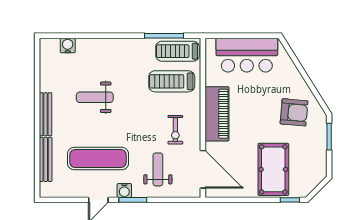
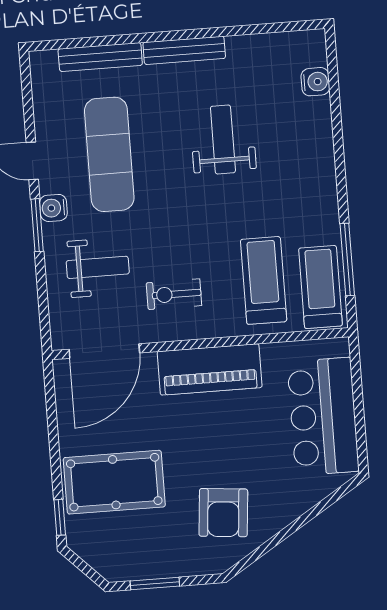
window: (329, 137) -> (155, 583), moved

